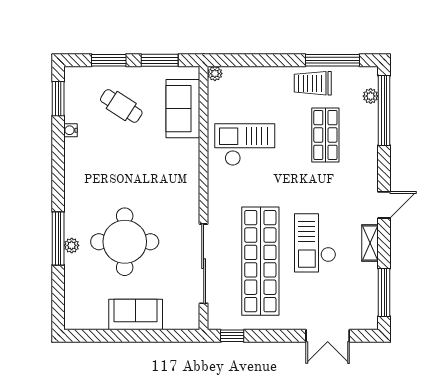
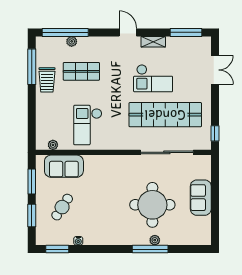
plant: (215, 74) -> (53, 145), moved
plant: (371, 96) -> (72, 41), moved

